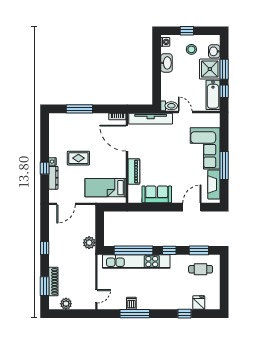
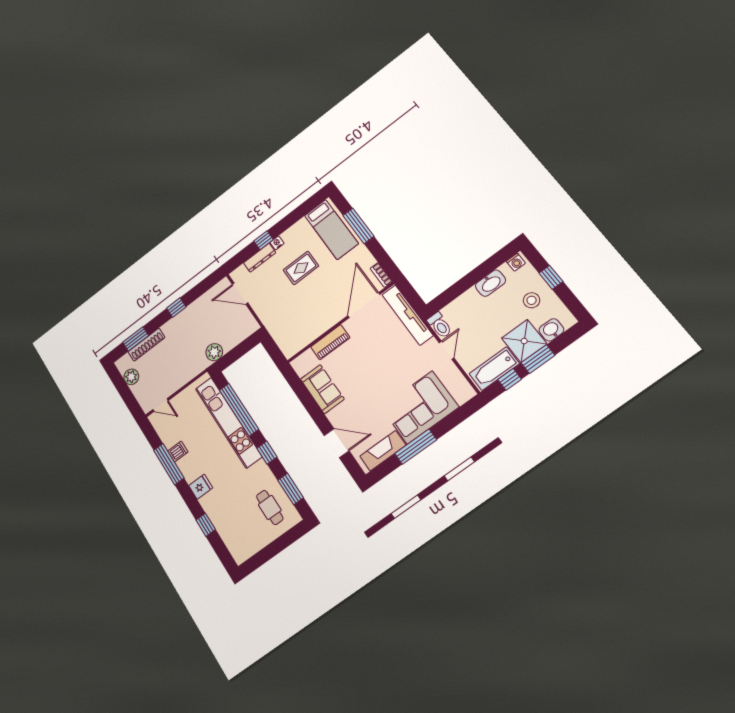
rug: (78, 158) -> (301, 268), turned 90
bed: (106, 188) -> (331, 230), moved, turned 180
fridge: (199, 303) -> (201, 487), moved

